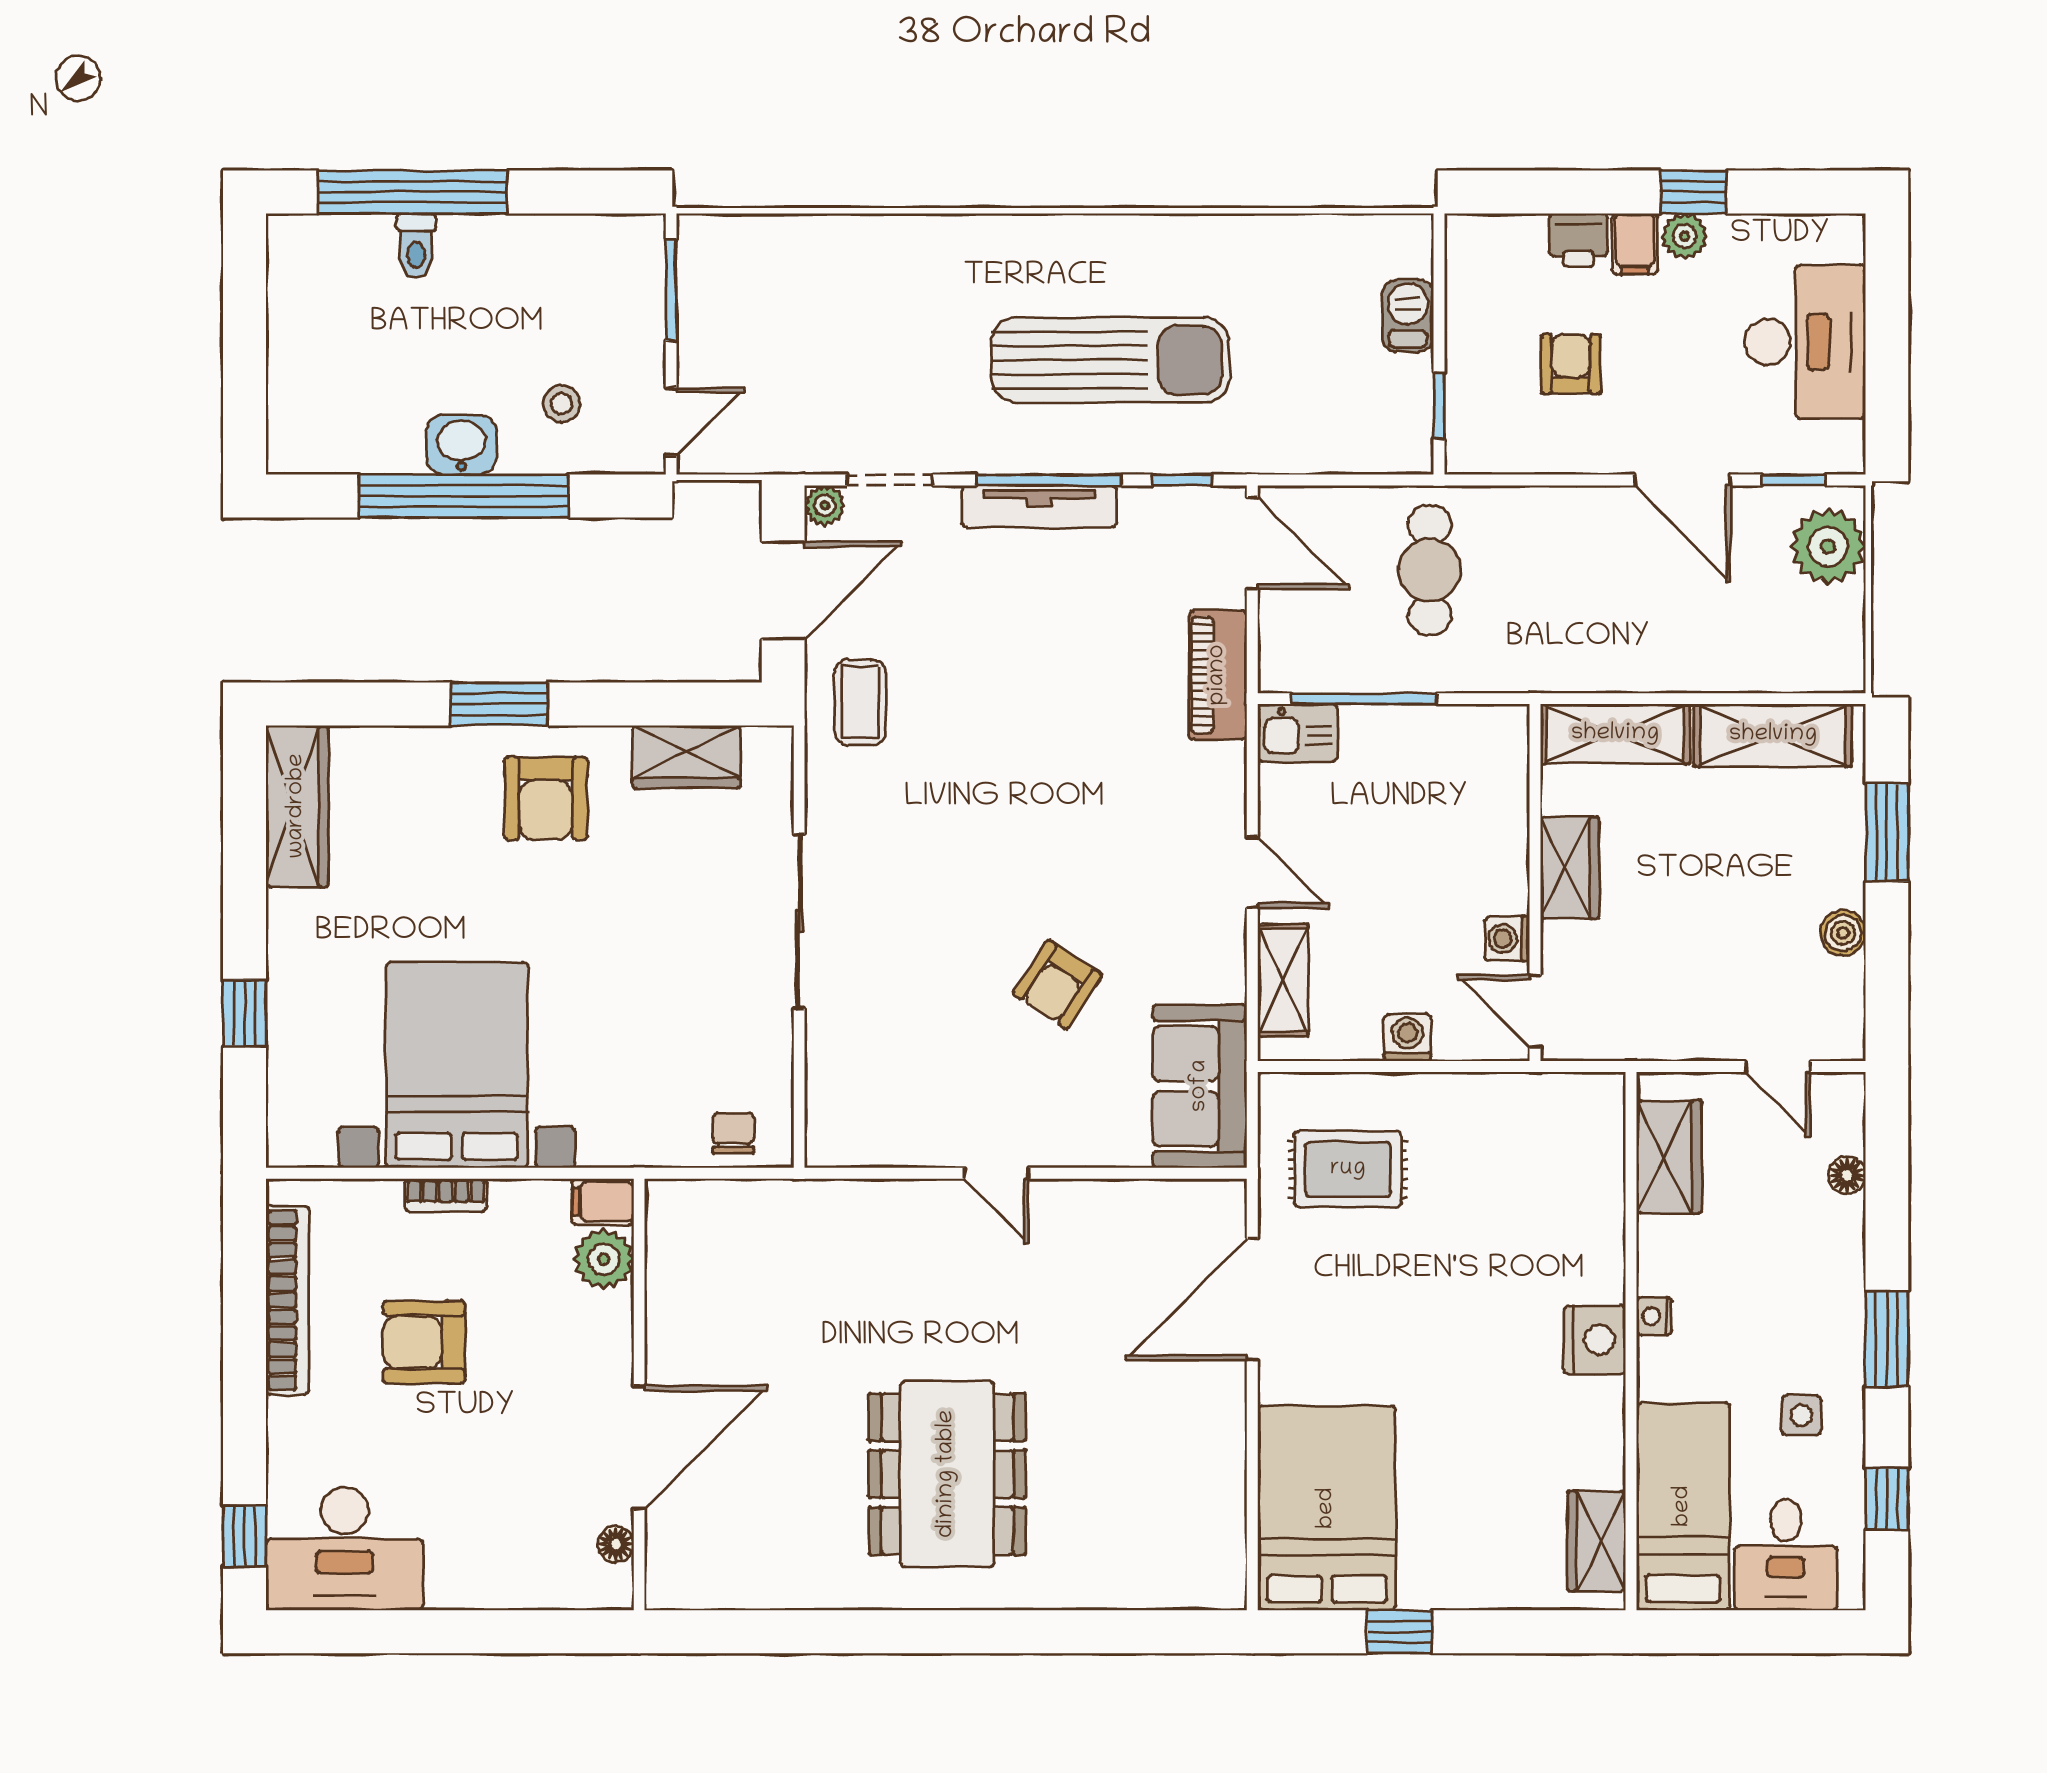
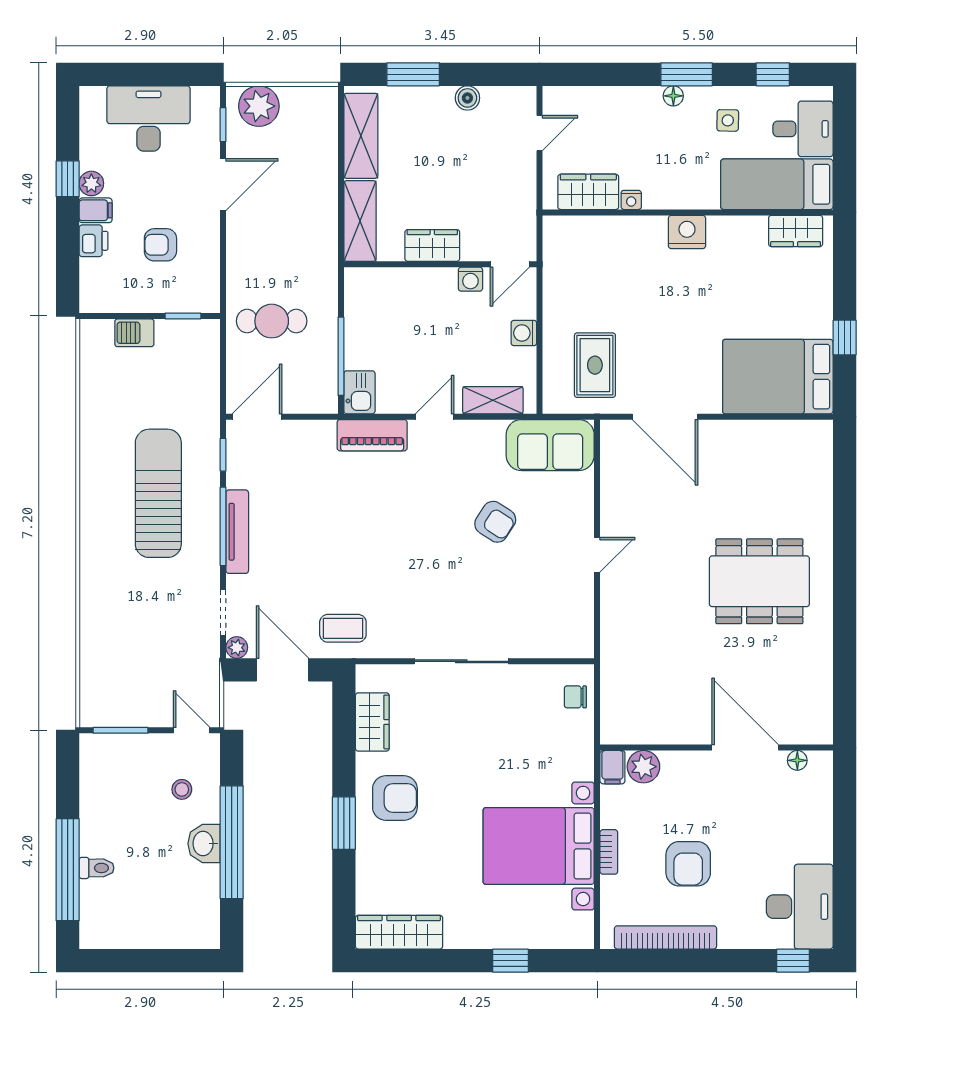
piano: (1218, 675) -> (372, 435), moved
floor lamp: (1847, 1175) -> (673, 96), moved
nightstand: (1654, 1316) -> (631, 200), moved

